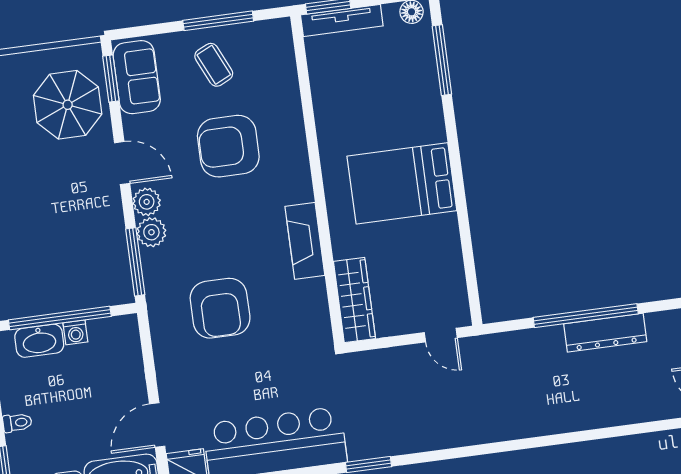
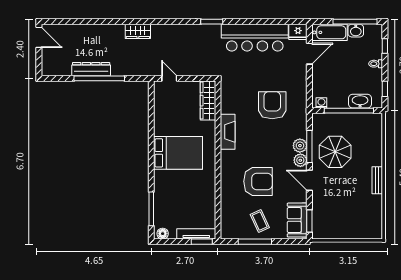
parasol: (68, 105) -> (335, 152), moved
window: (135, 262) -> (309, 147), moved
washing machine: (75, 332) -> (321, 103), moved
wardrobe: (519, 424) -> (138, 31), added

